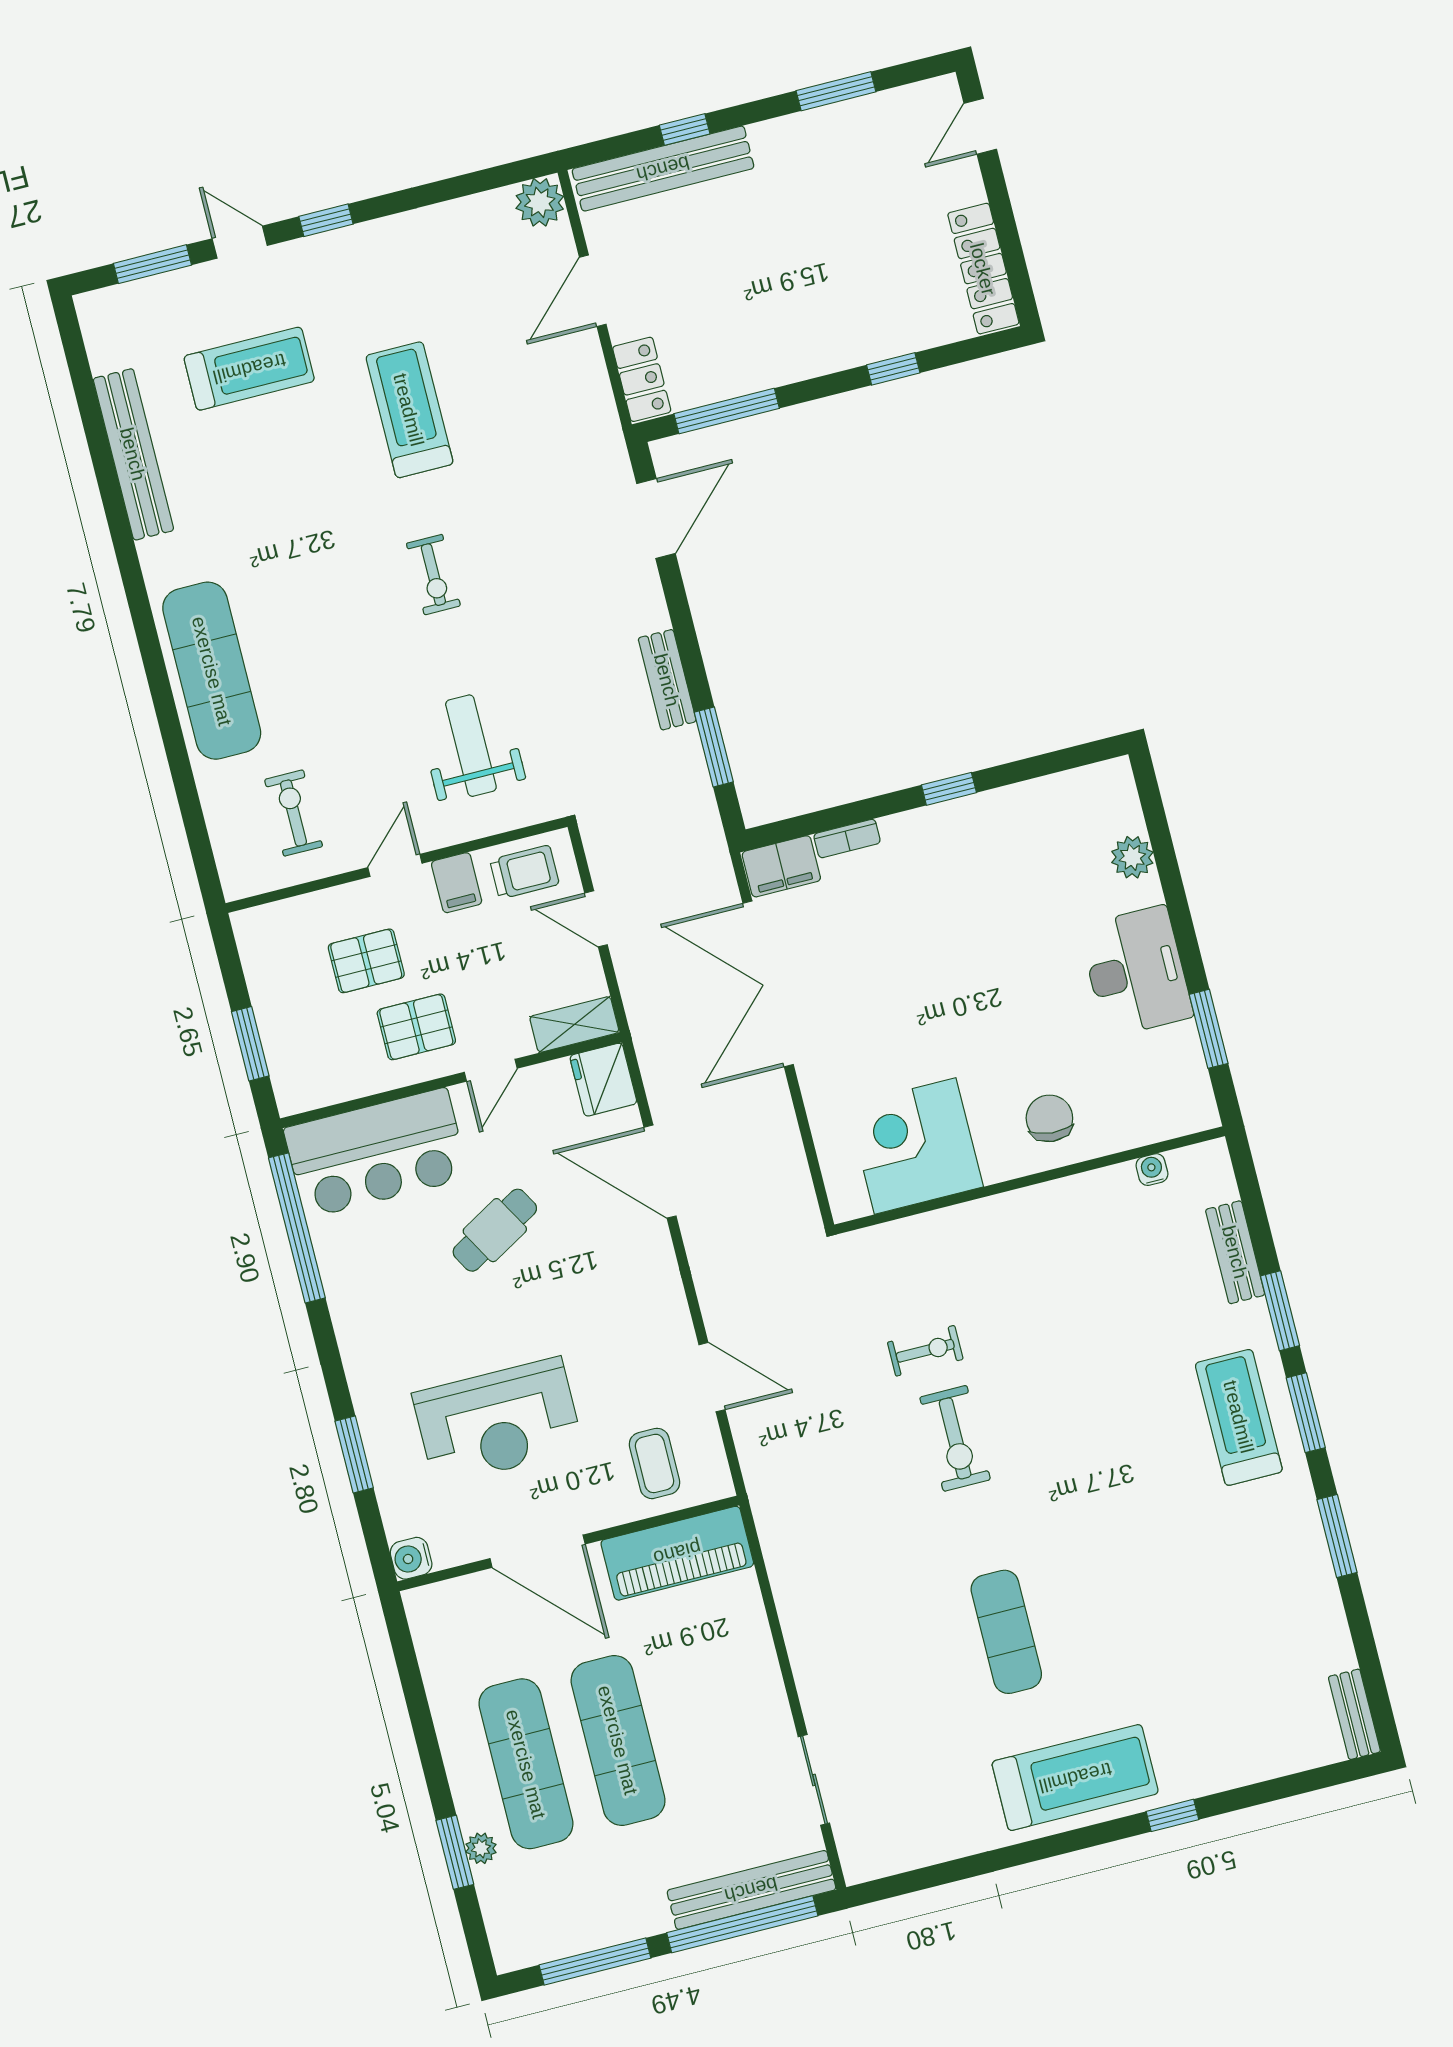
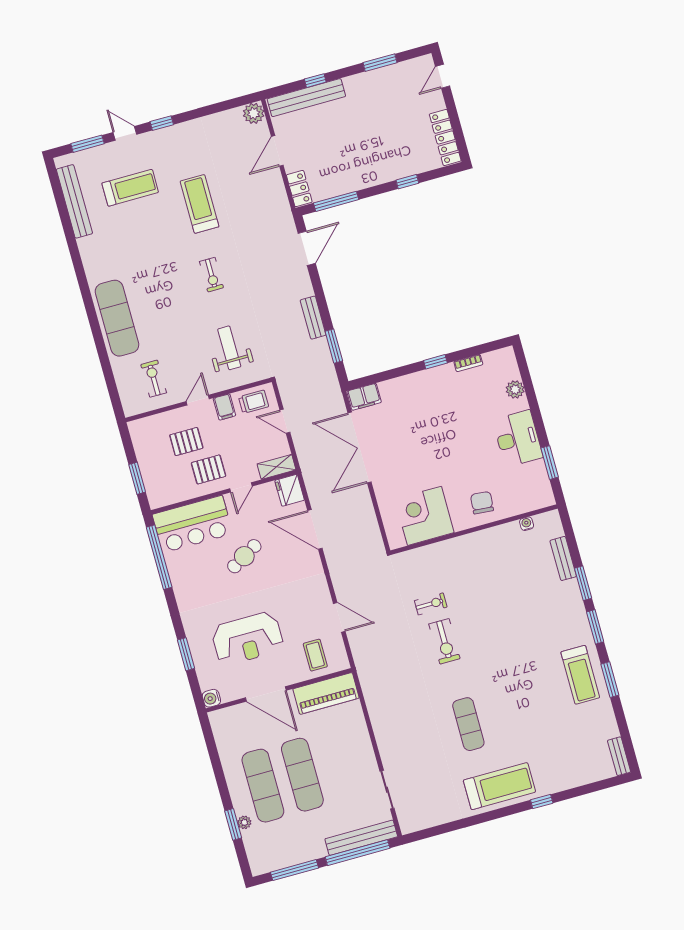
bench: (133, 454) -> (74, 201), moved
bookcase: (847, 838) -> (468, 363), moved
treadmill: (1239, 1417) -> (580, 675), moved, turned 180

